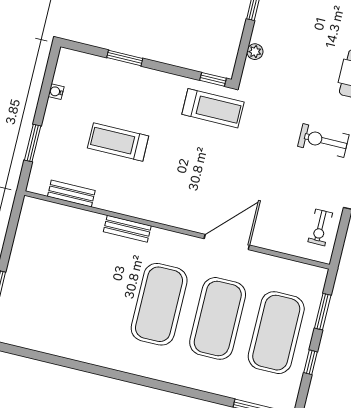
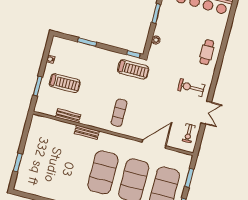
treadmill: (118, 142) -> (65, 83), moved, turned 180
exercise mat: (188, 191) -> (119, 113), added
bench: (71, 194) -> (68, 116), moved
door: (227, 242) -> (154, 144), moved

